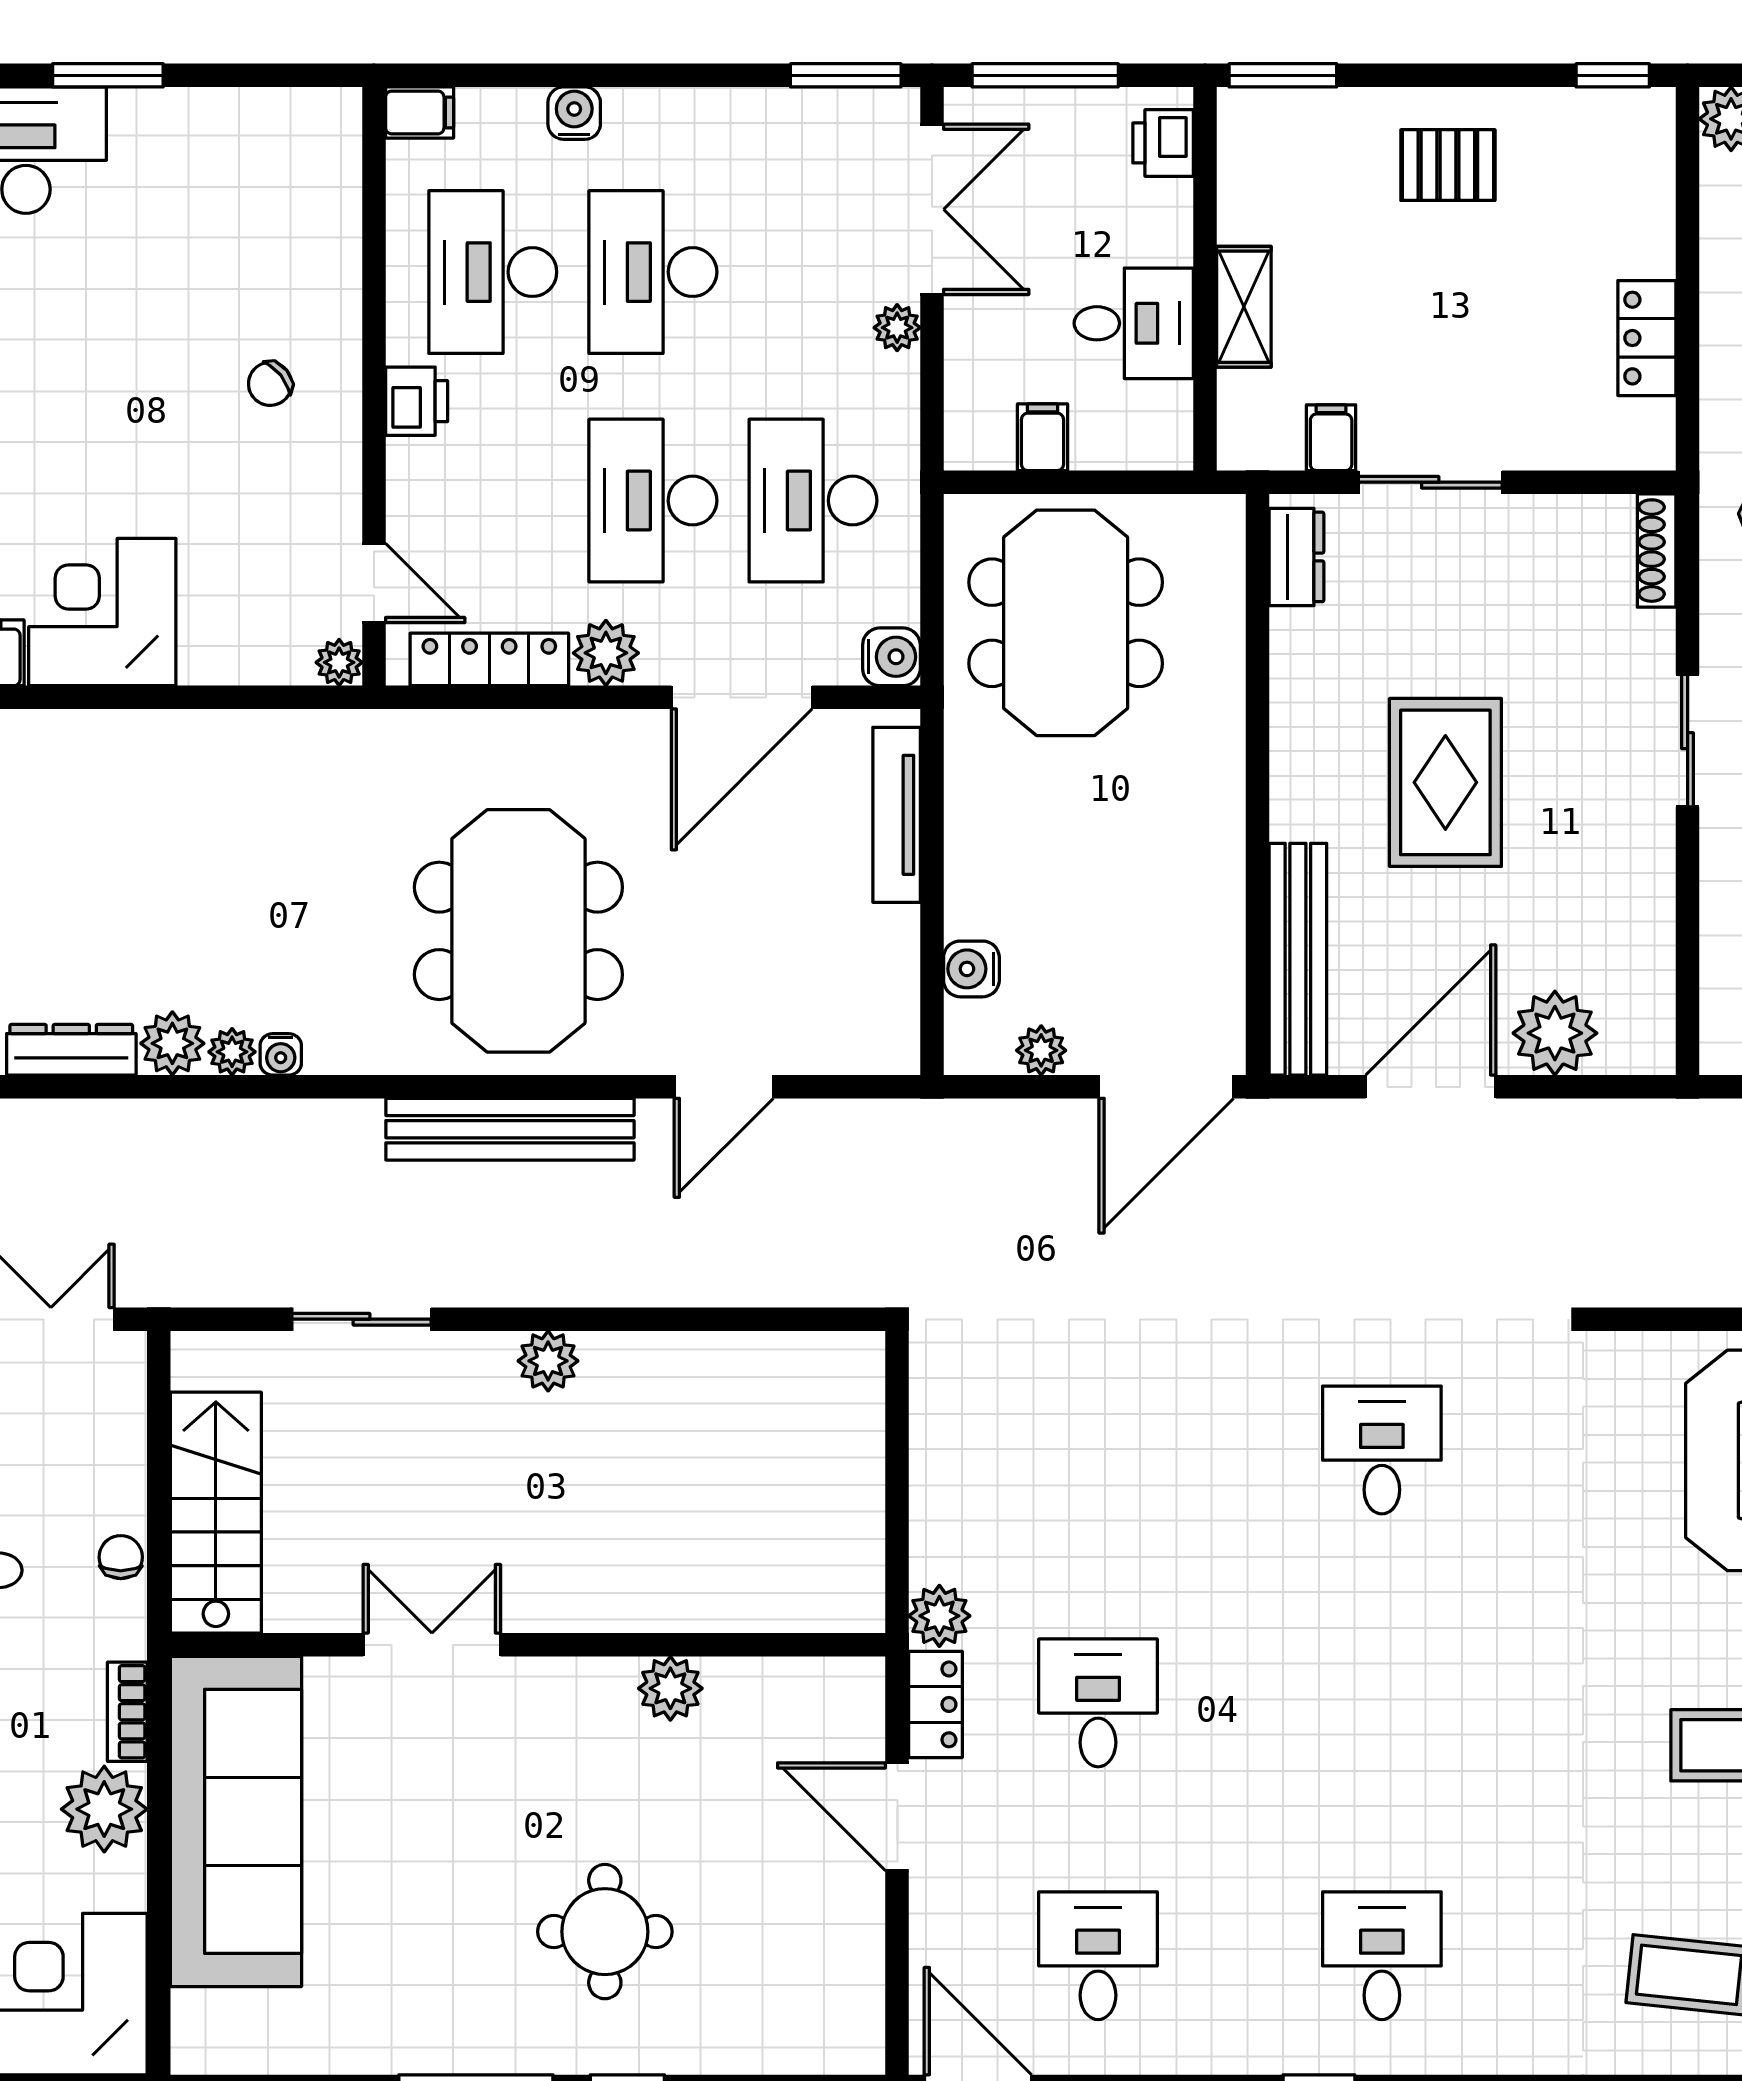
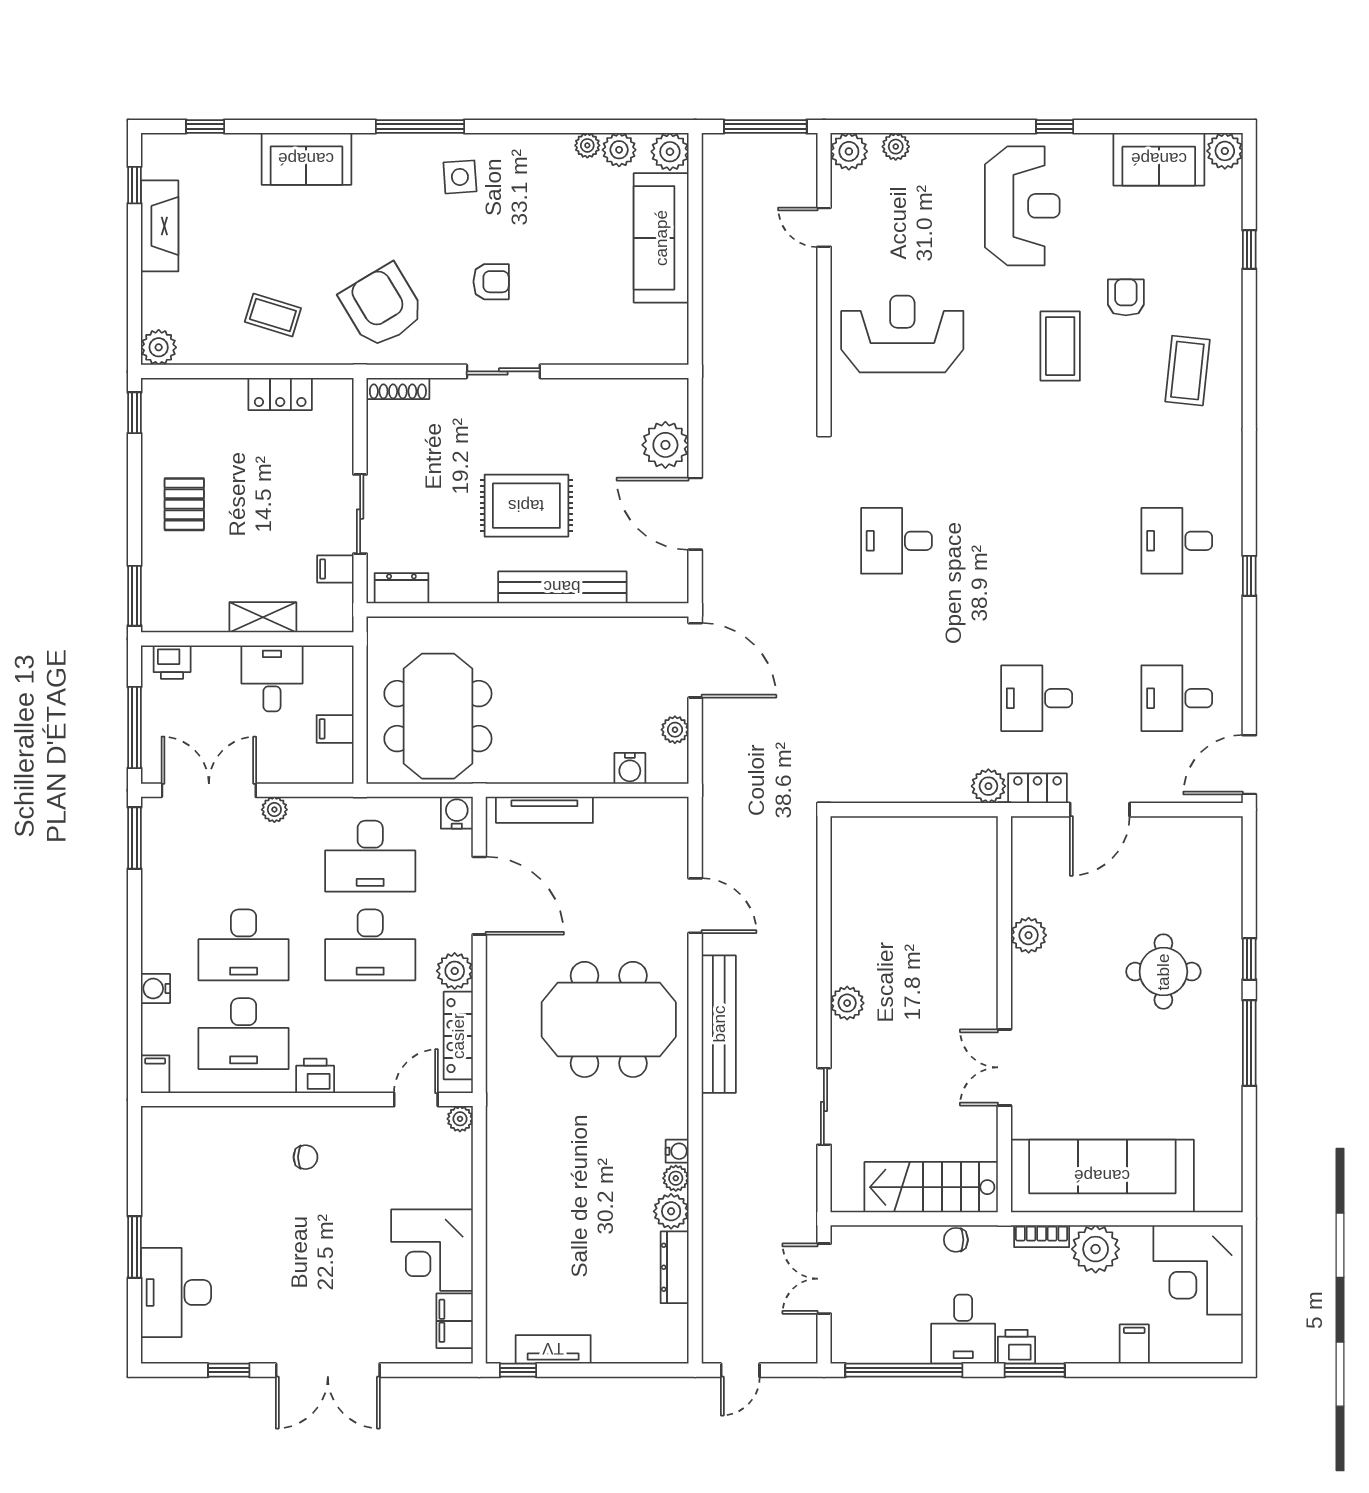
chair: (270, 384) -> (306, 1157), turned -51
meeting table: (1066, 623) -> (438, 716), turned 90
bench: (1298, 959) -> (562, 587), moved

